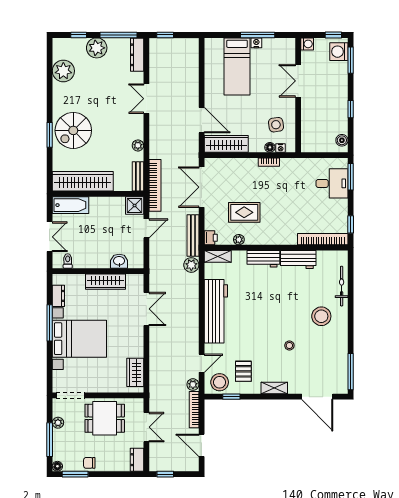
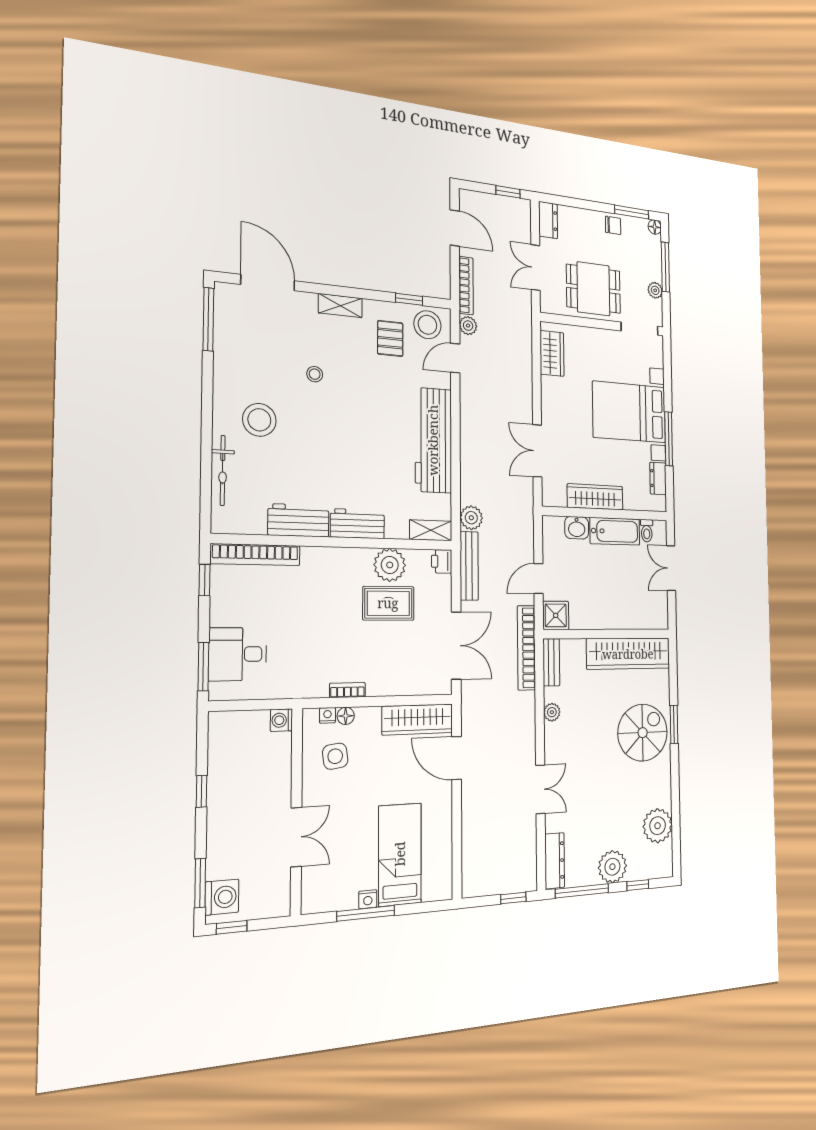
washing machine: (307, 44) -> (281, 720), moved
boiler: (342, 140) -> (219, 733), removed
bathtub: (71, 205) -> (615, 531), moved, turned 180
plant: (239, 240) -> (390, 565), width x1.88, depth x1.88

